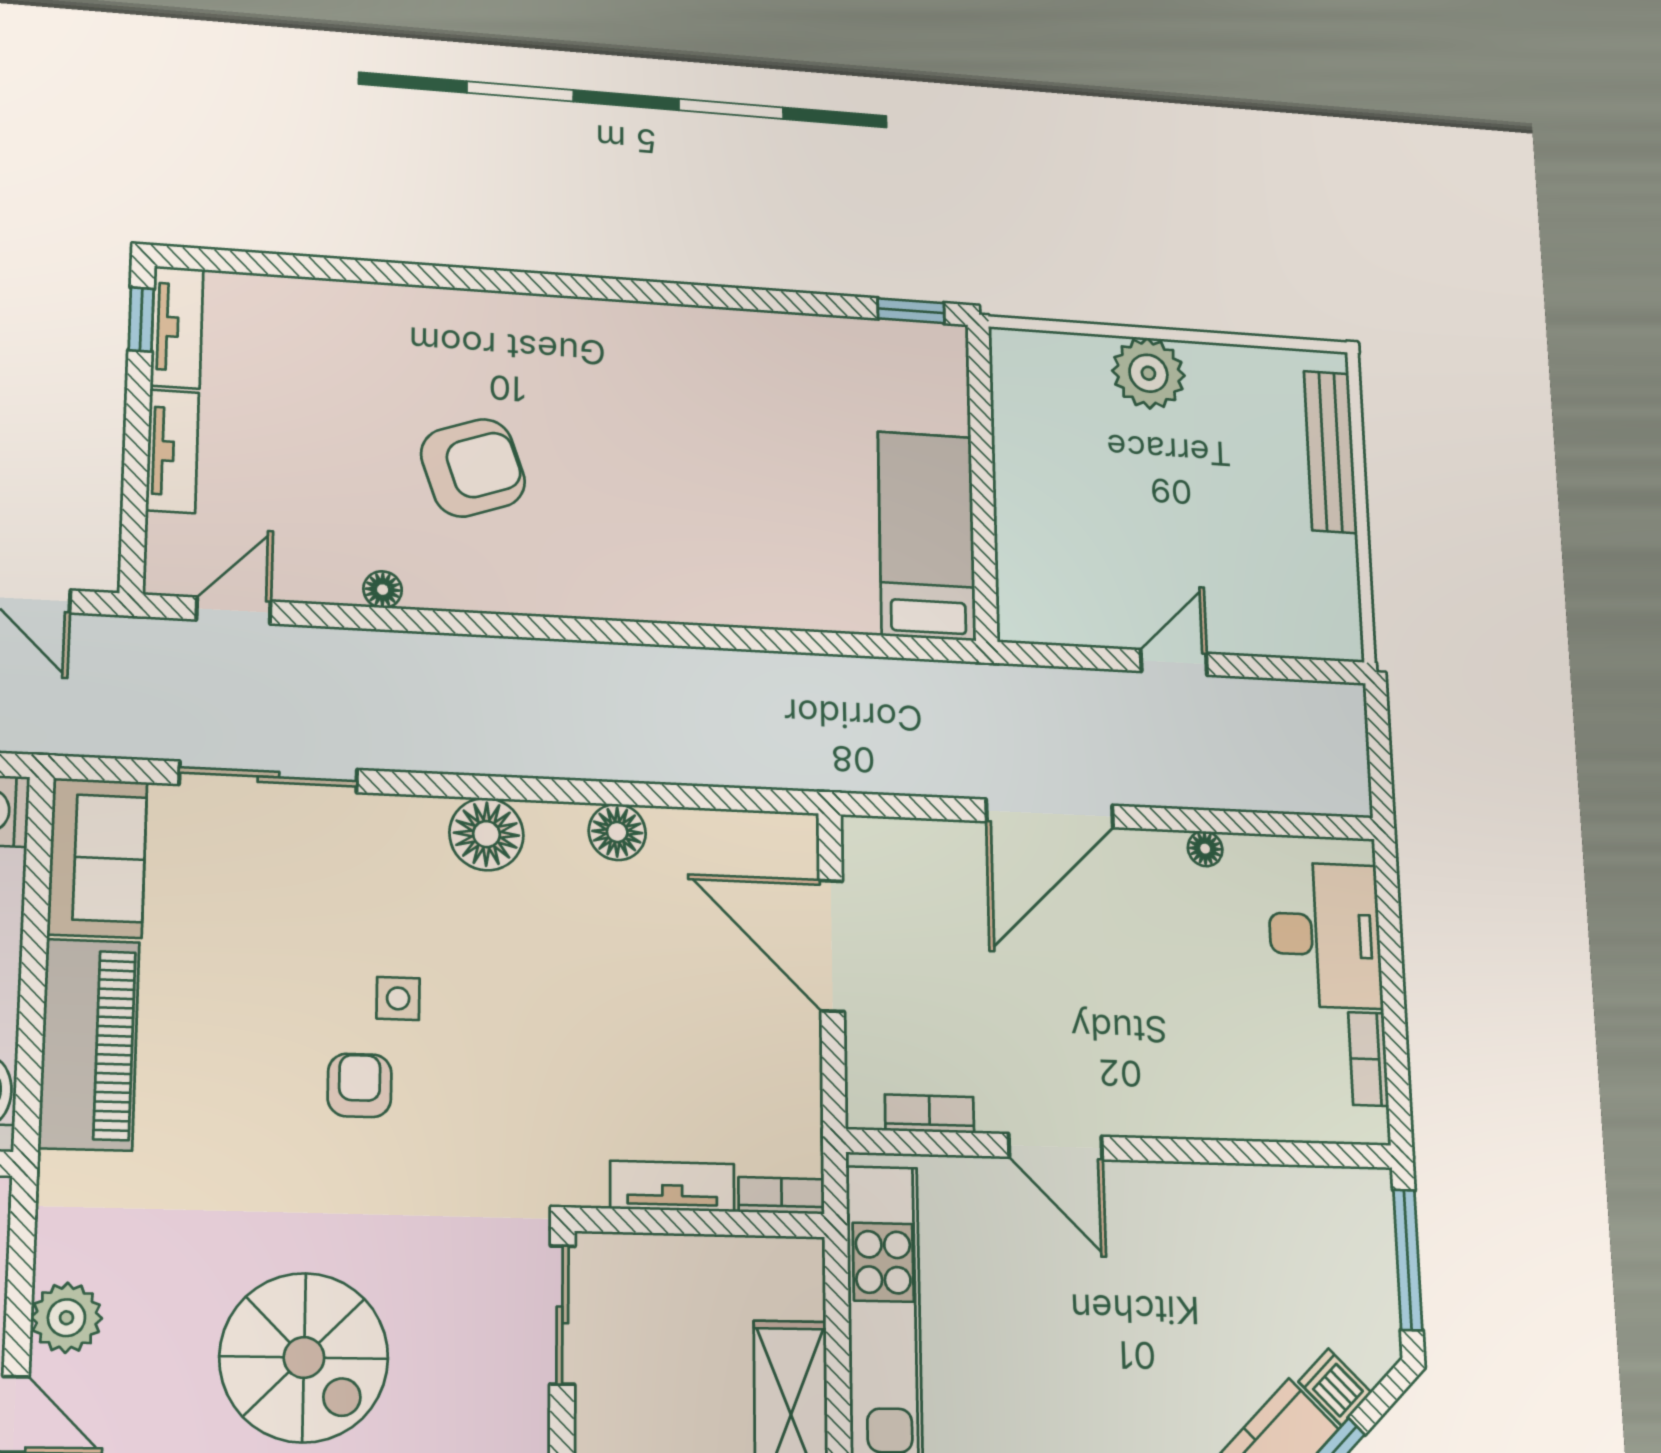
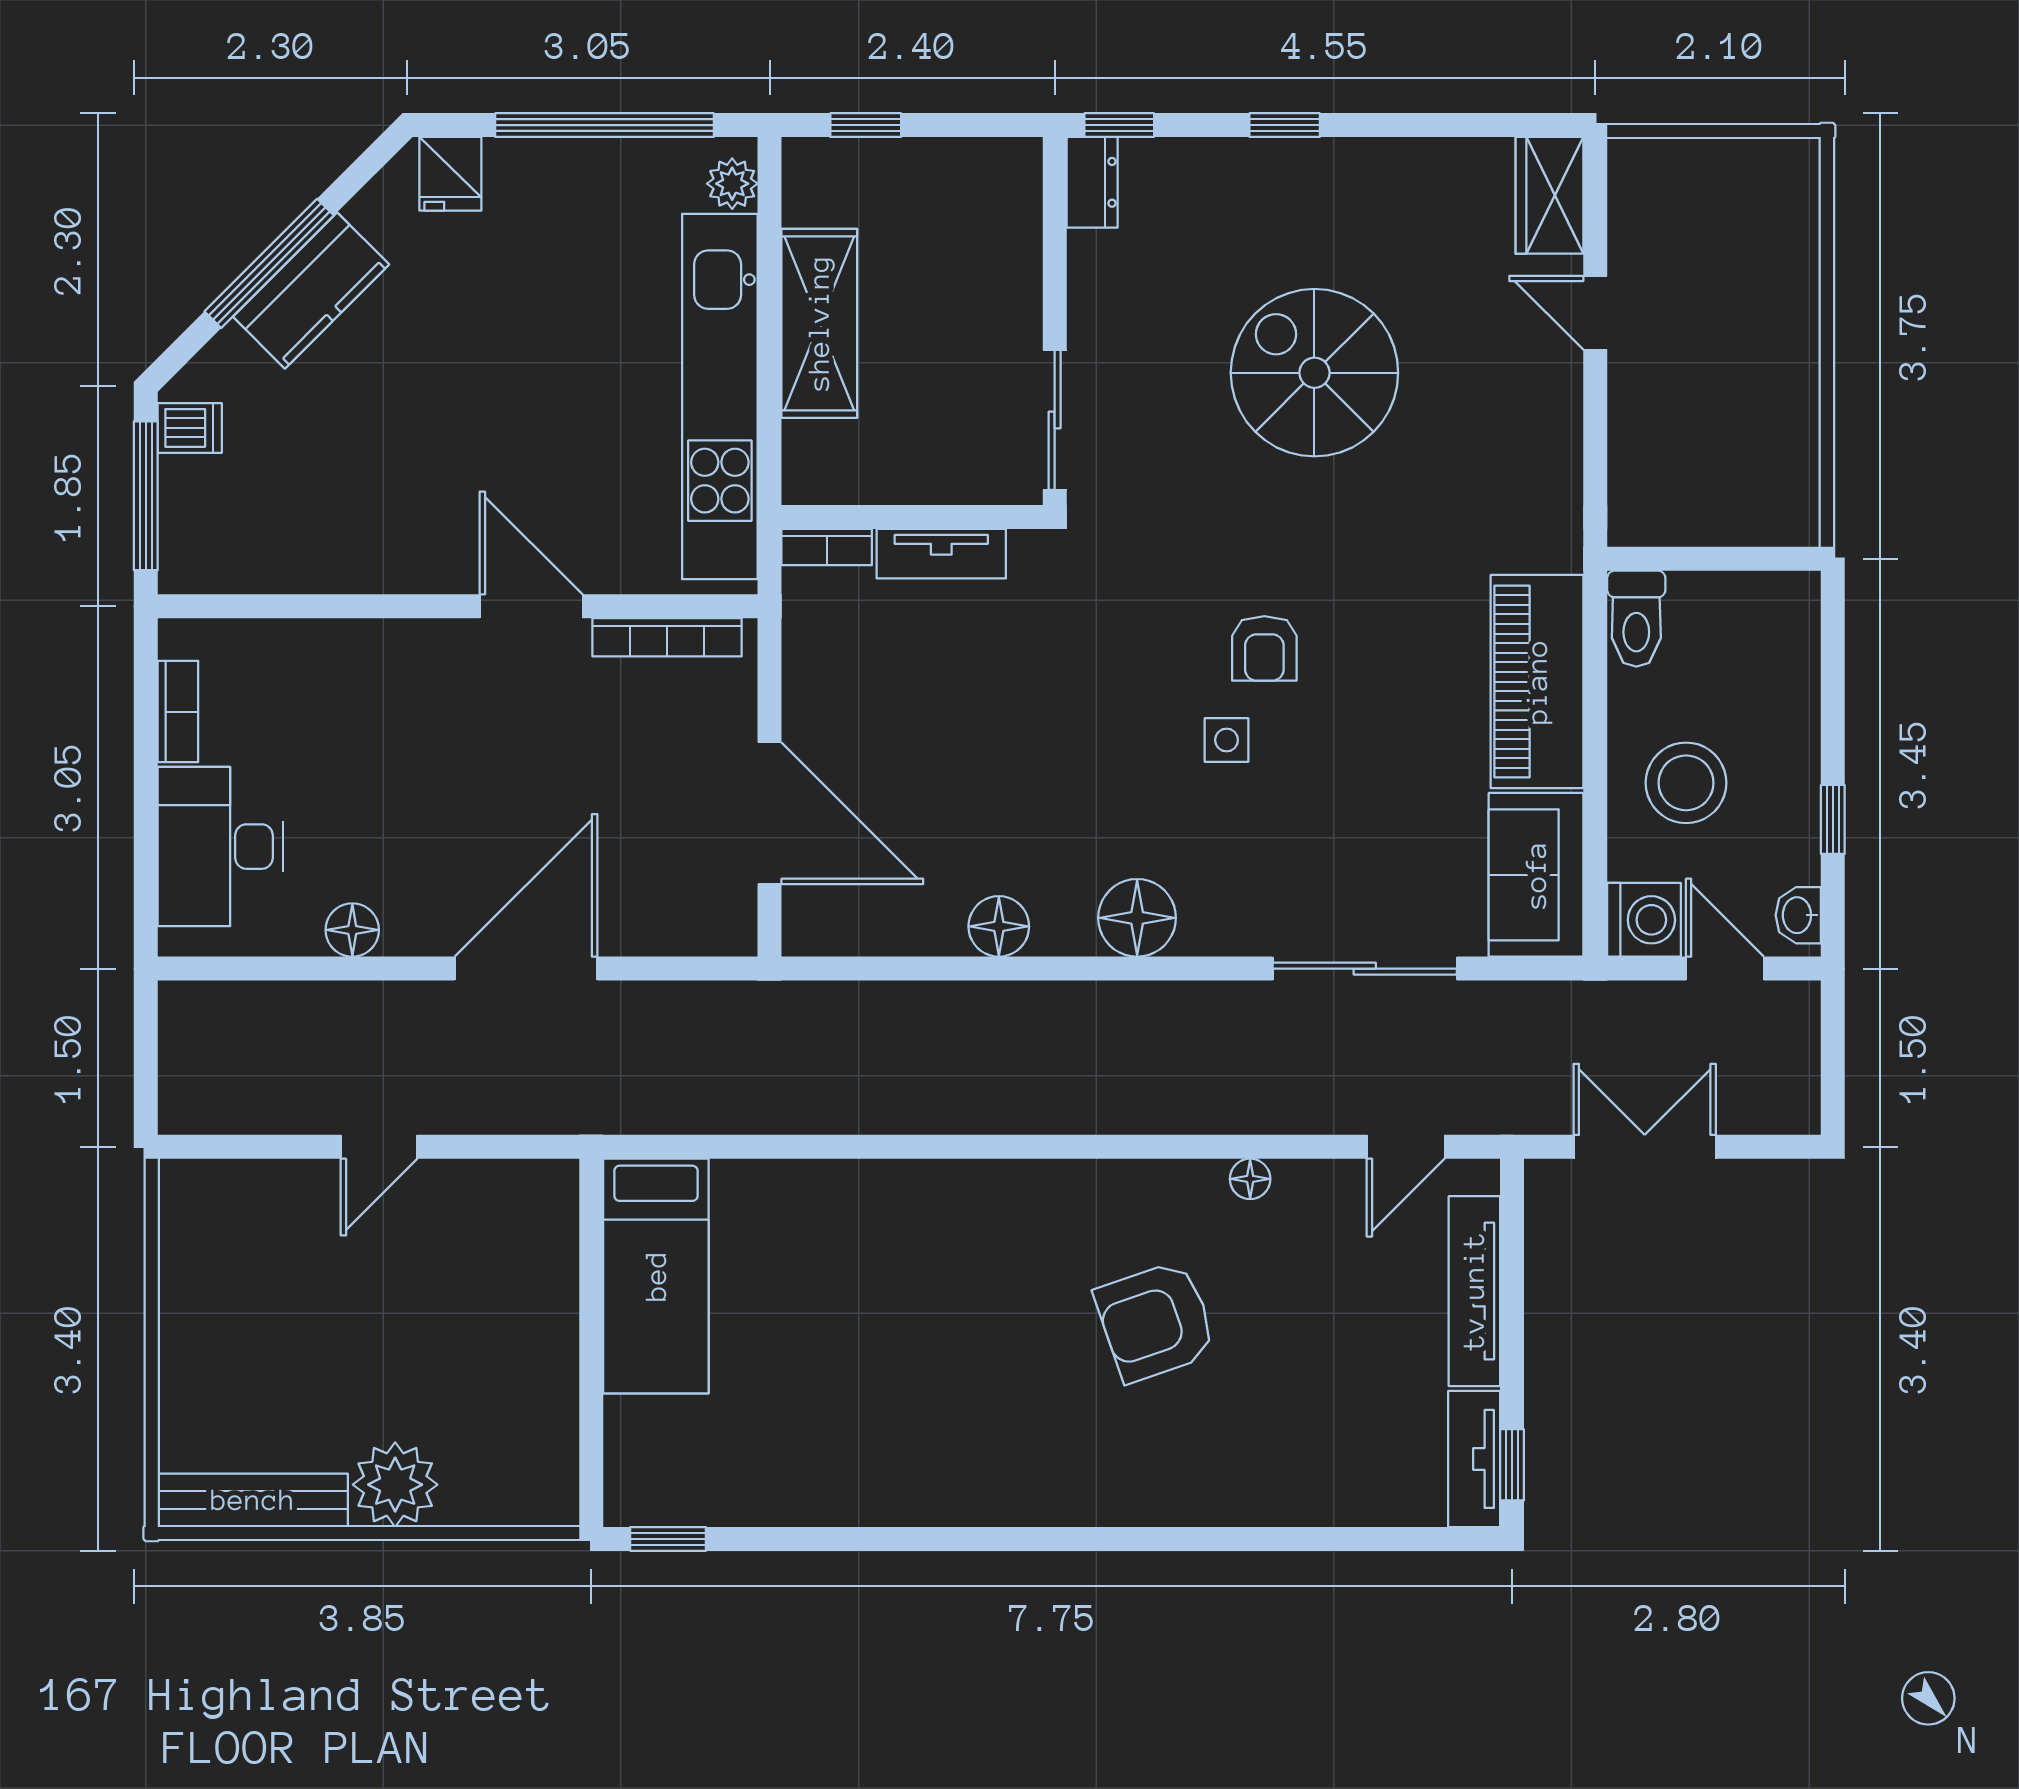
tv unit: (172, 451) -> (1474, 1291), width x1.41
bench: (1331, 452) -> (253, 1500), moved, turned 90
floor lamp: (1205, 849) -> (352, 930), width x1.37, depth x1.37
bookcase: (929, 1114) -> (667, 637), width x1.56
plant: (66, 1318) -> (1549, 408), removed
dishwasher: (1335, 1387) -> (190, 428), moved, turned -45

